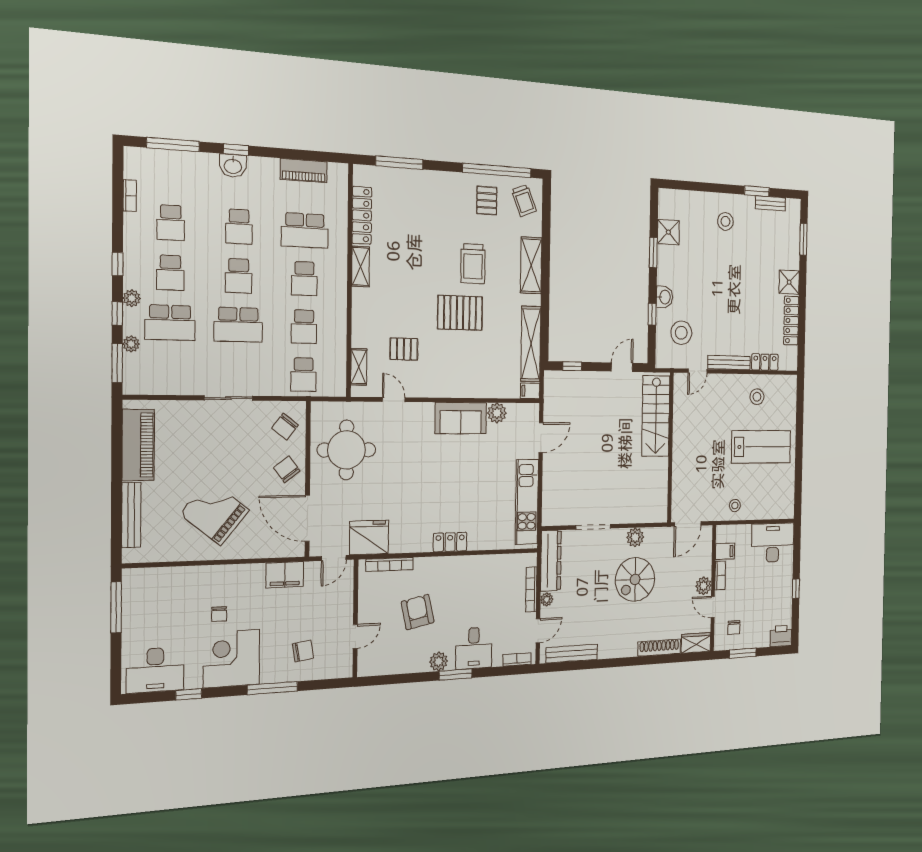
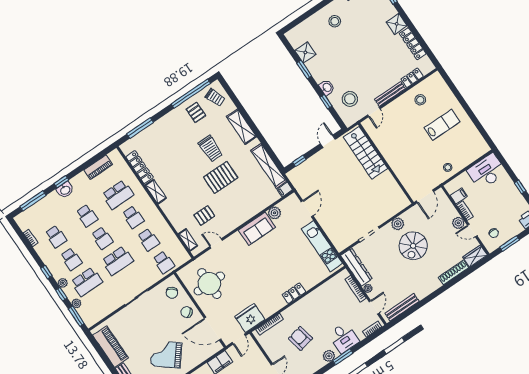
lab bench: (761, 447) -> (442, 125), width x0.73, depth x0.72

